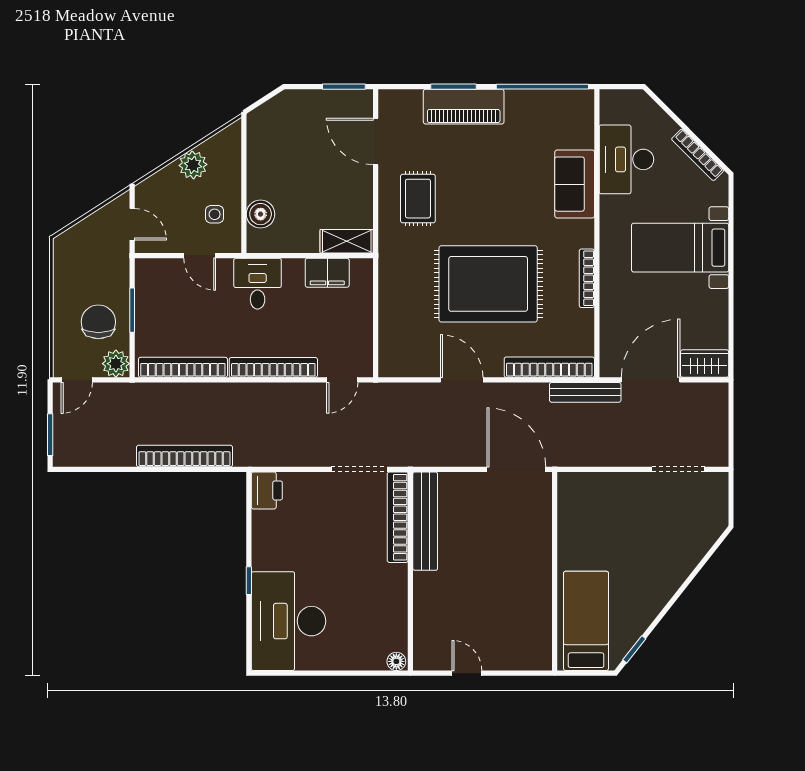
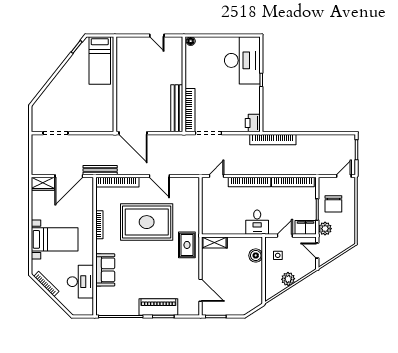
rug: (418, 199) -> (187, 245), moved
door: (200, 256) -> (285, 236), hinge flipped
filing cabinet: (327, 273) -> (306, 227), moved
plant: (116, 364) -> (325, 229), moved
bookcase: (185, 456) -> (273, 140), moved

